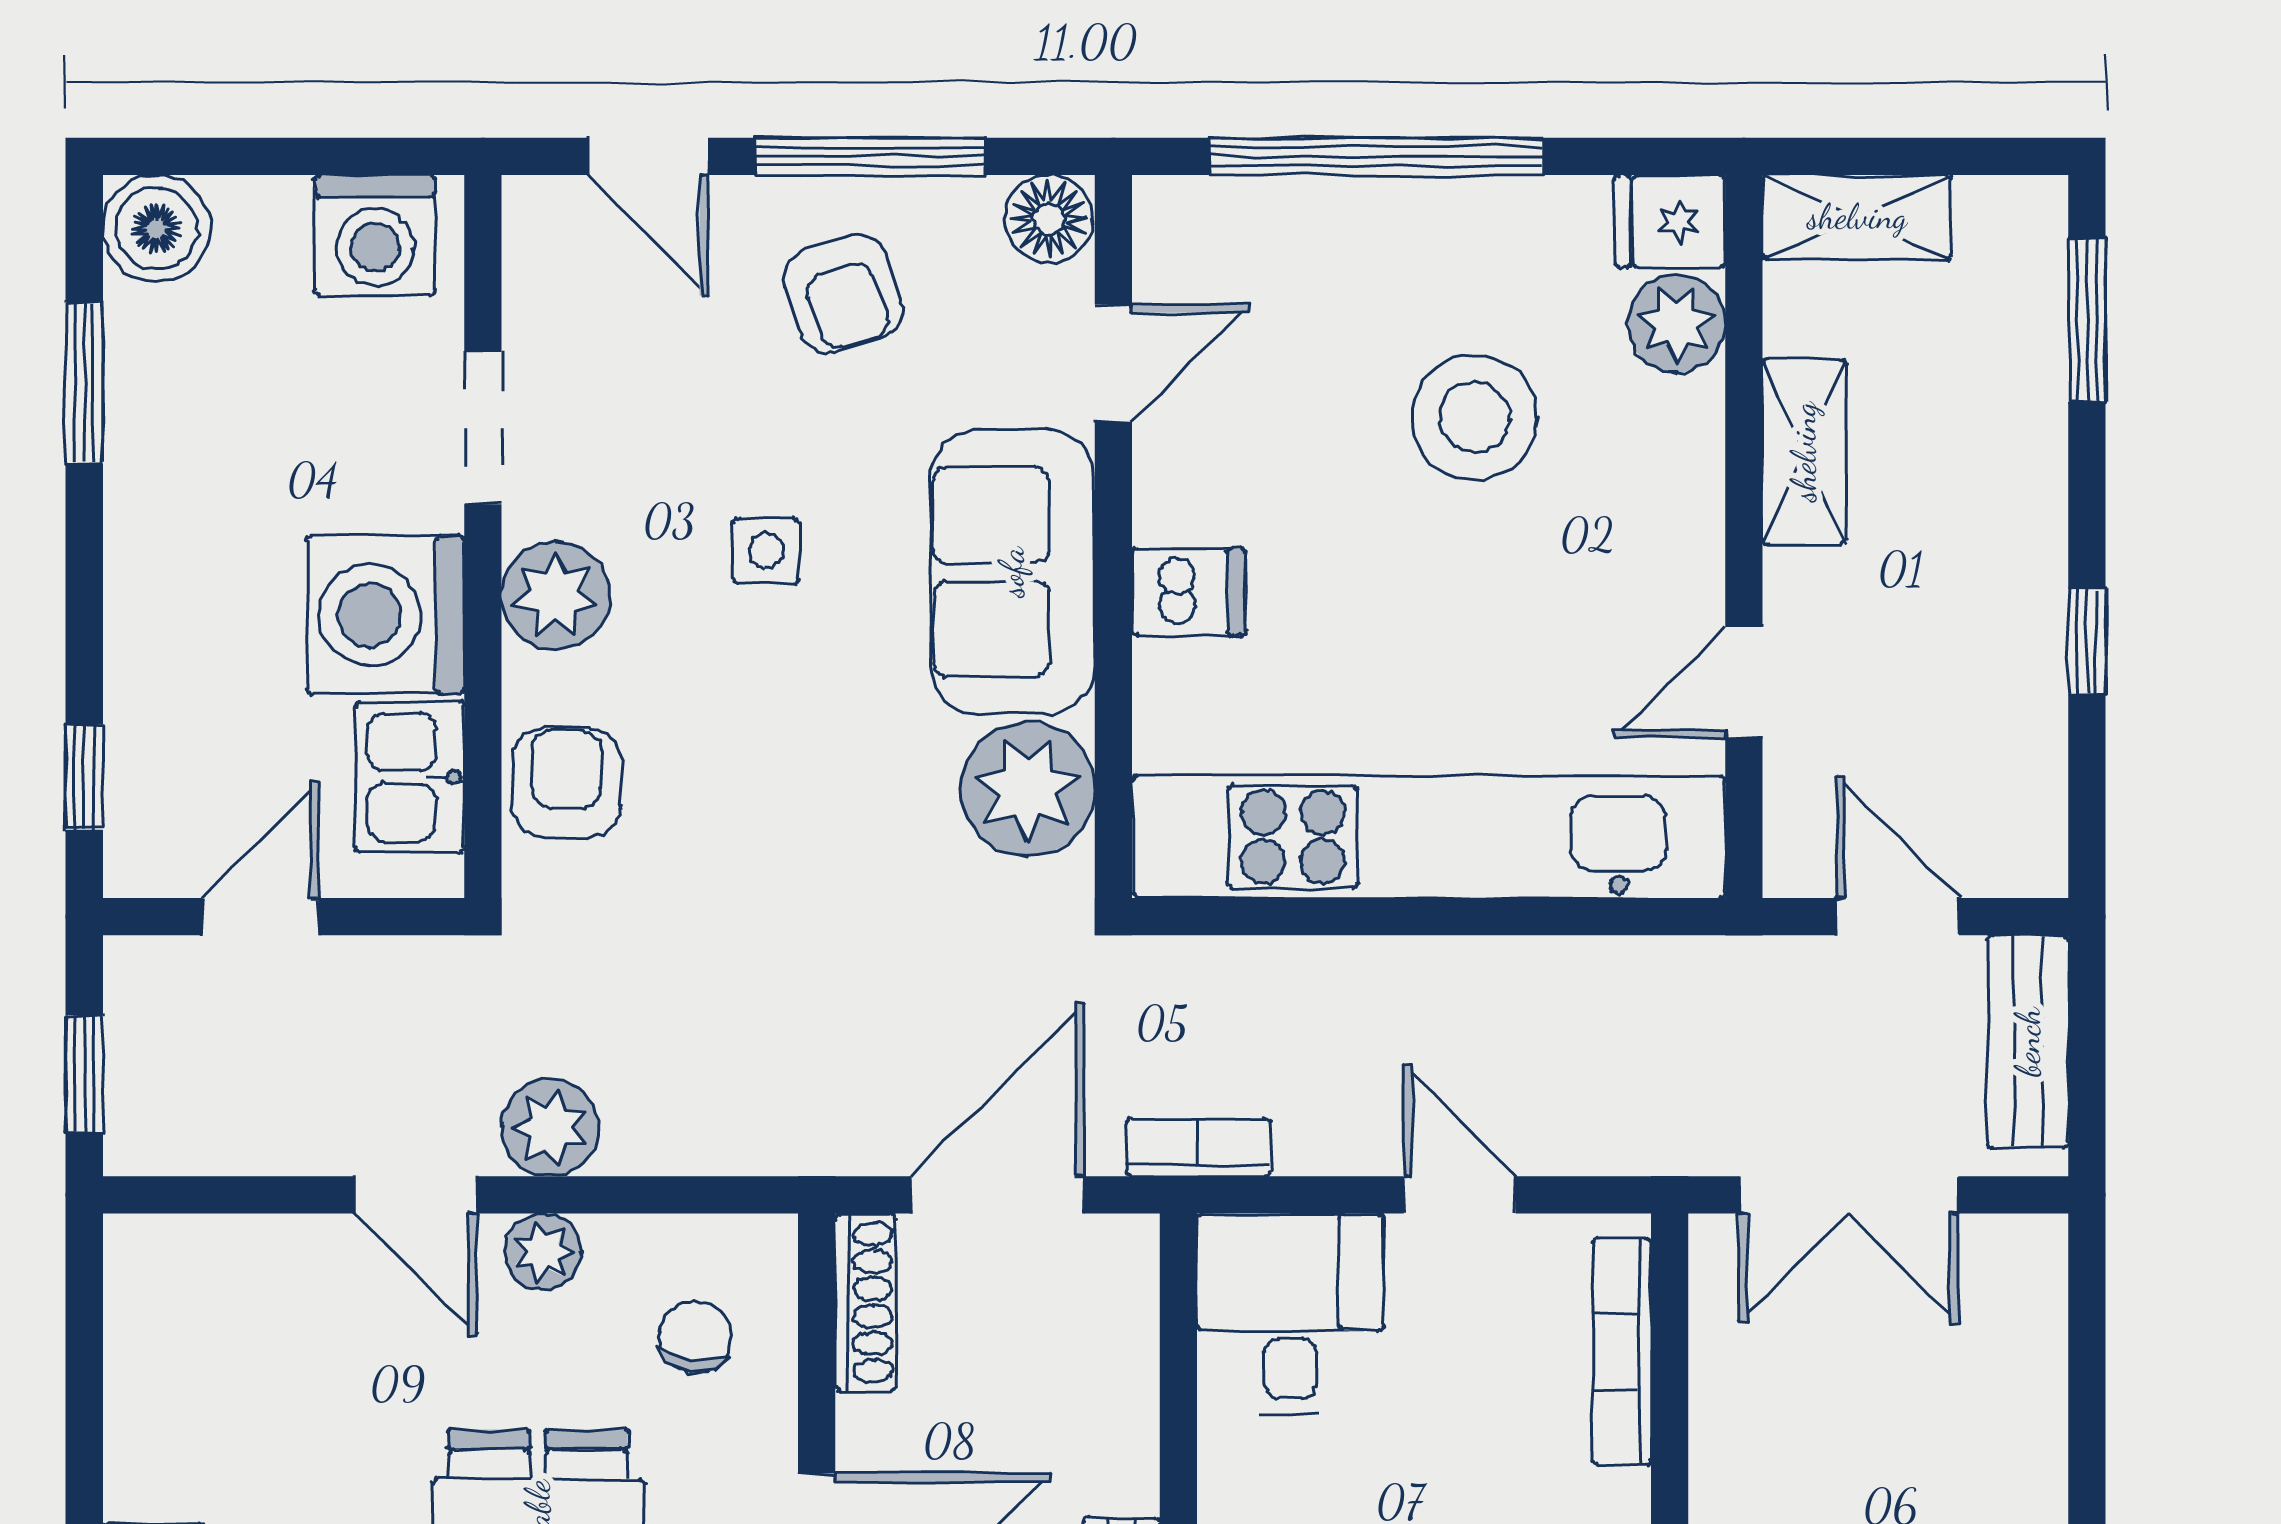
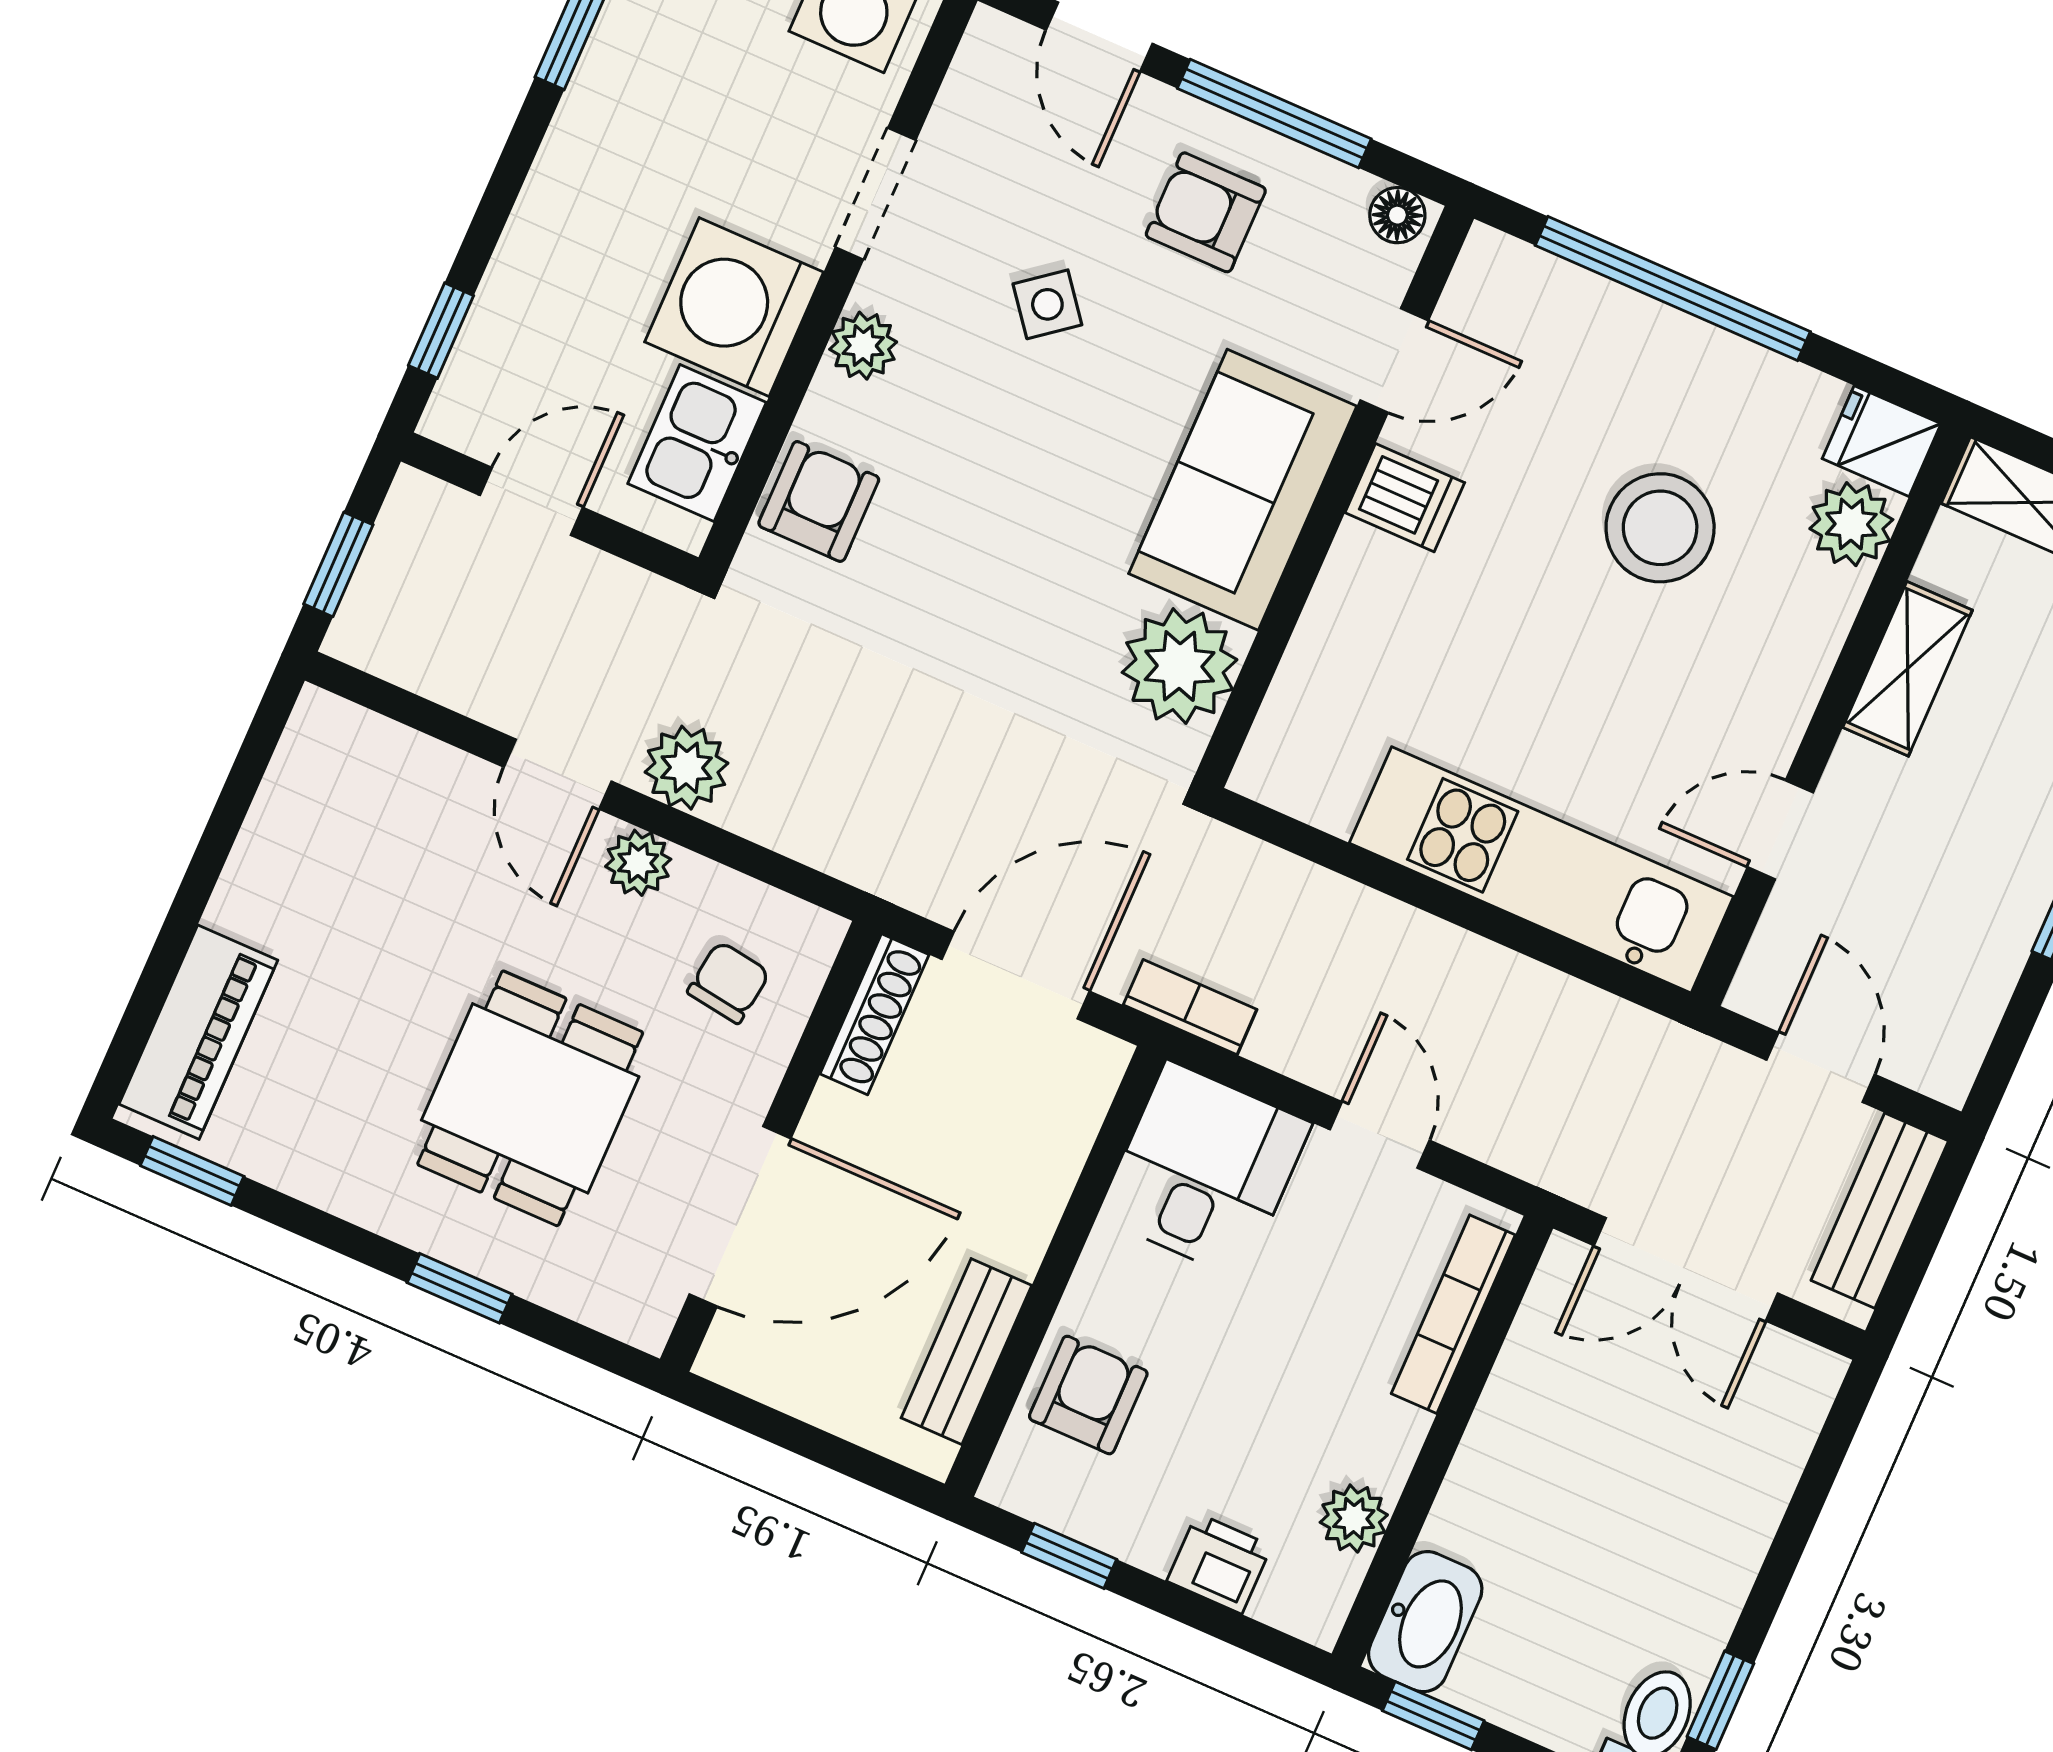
floor lamp: (1049, 219) -> (1397, 215), width x0.73, depth x0.73
armchair: (843, 294) -> (1206, 212), turned 108
side table: (766, 551) -> (1047, 304), moved, turned -38
dishwasher: (1189, 592) -> (1405, 498), moved
plant: (556, 596) -> (863, 346), width x0.73, depth x0.73
kitchen unit: (1429, 837) -> (1541, 870), width x0.73

